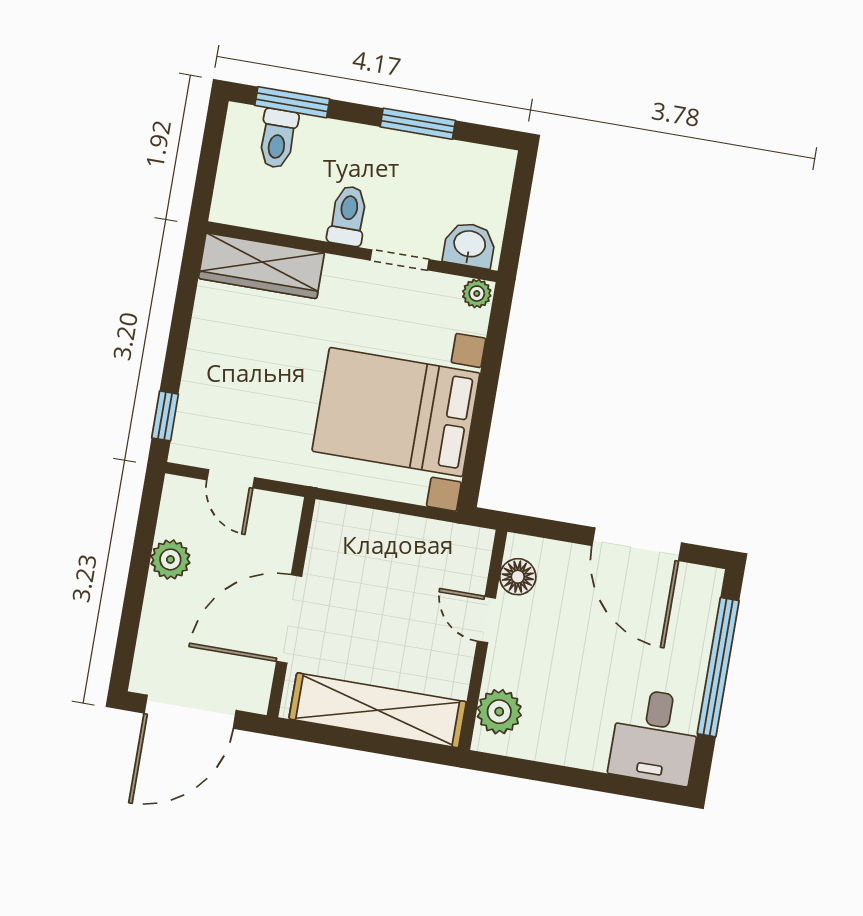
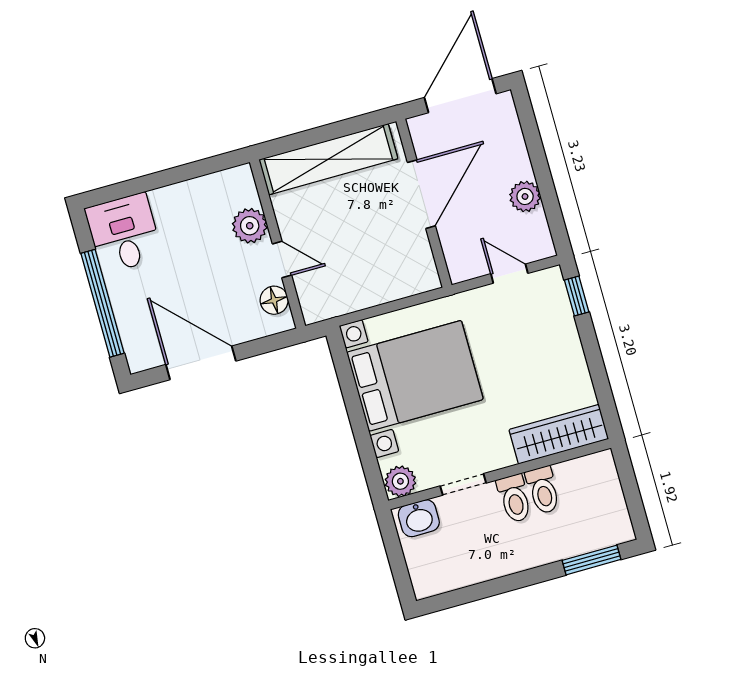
window: (418, 124) -> (496, 587), removed
toilet: (278, 139) -> (543, 490), moved, turned 180
plant: (477, 294) -> (400, 481), width x1.38, depth x1.38
plant: (499, 712) -> (250, 226), moved

